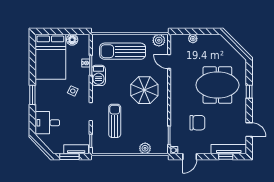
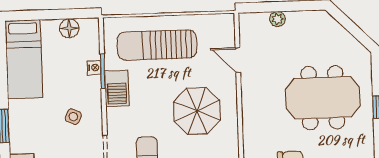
plant: (159, 40) -> (219, 24), removed
bed: (50, 57) -> (24, 59), width x0.67

